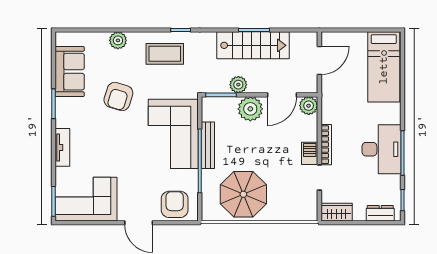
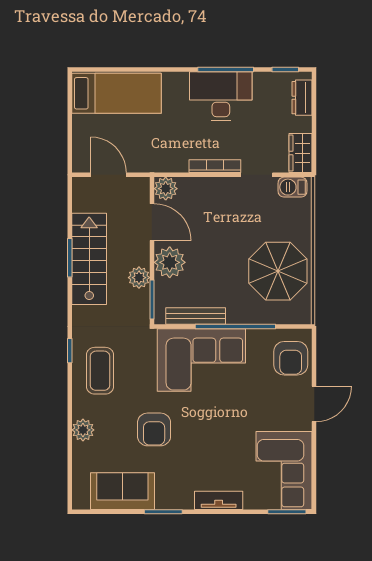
armchair: (118, 97) -> (154, 429), turned 73
bench: (208, 145) -> (196, 316), moved
barbecue: (310, 153) -> (292, 187), moved
armchair: (175, 204) -> (291, 358), turned -90

